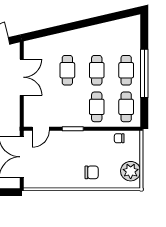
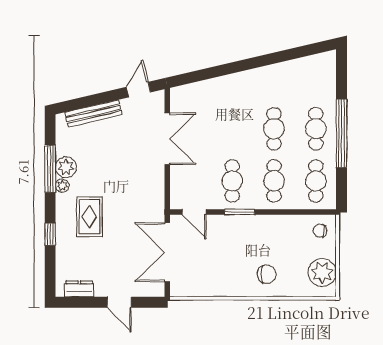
cafe table: (67, 70) -> (232, 181), moved
door: (41, 129) -> (194, 212), hinge flipped
chair: (119, 138) -> (320, 231), moved

